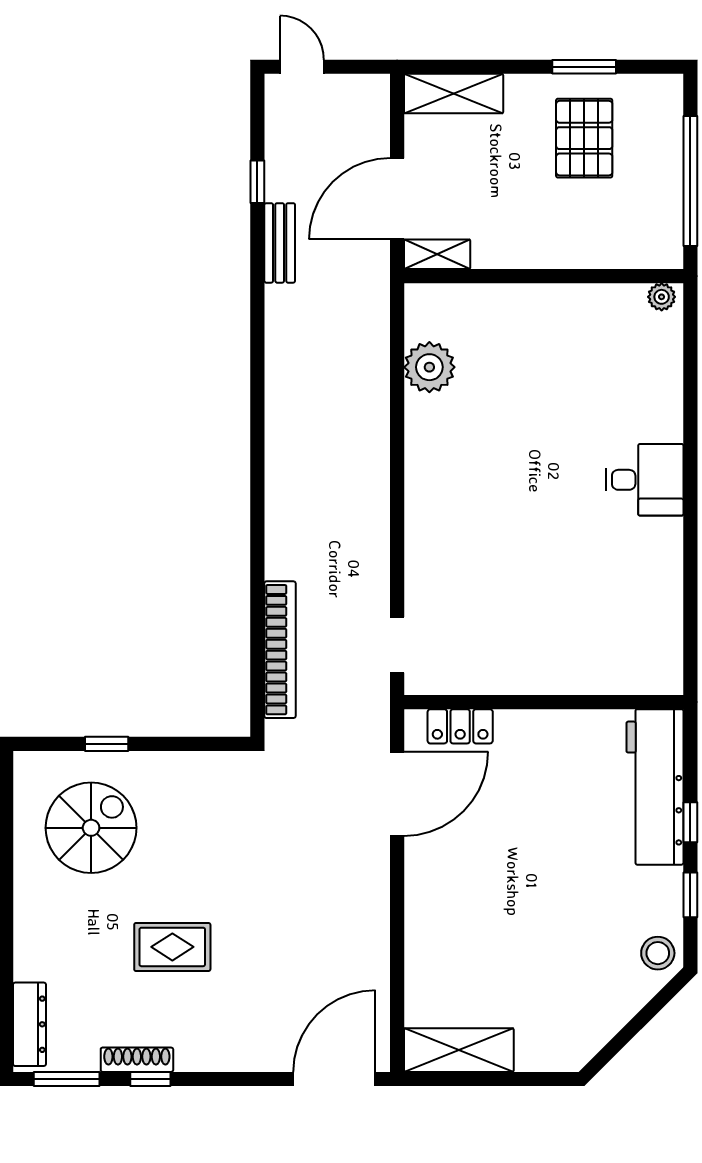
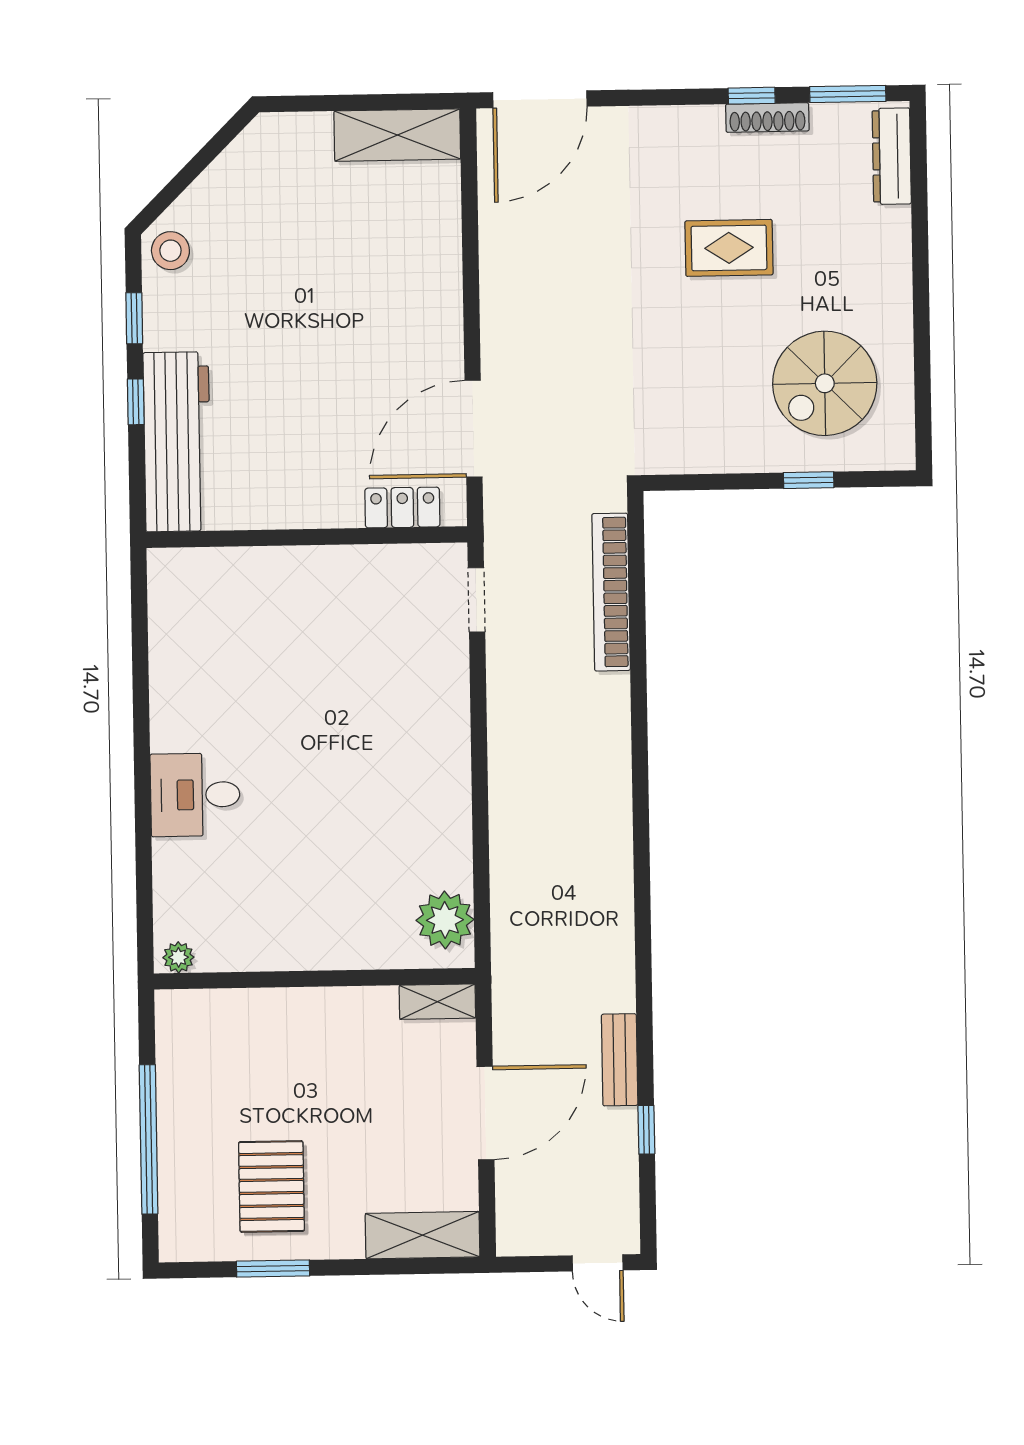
shelving: (437, 254) -> (437, 1002), moved
wall: (544, 276) -> (314, 979), moved
plant: (662, 297) -> (178, 957), moved

